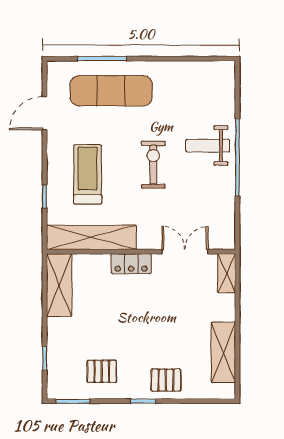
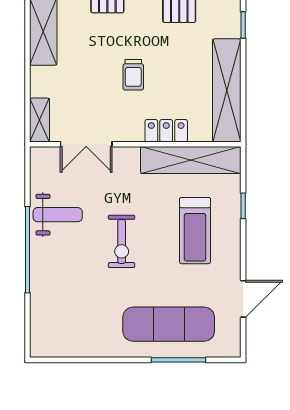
weight bench: (208, 146) -> (58, 215), moved
locker: (131, 264) -> (166, 131), moved
shelving: (59, 285) -> (227, 90), width x1.47
trolley: (143, 314) -> (133, 75), added

